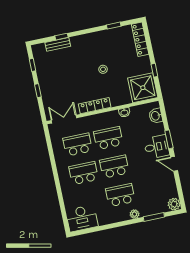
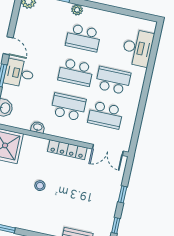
school desk: (108, 138) -> (68, 107), turned 180
school desk: (84, 173) -> (113, 80), turned 180
desk: (82, 218) -> (138, 48), moved, turned 90

